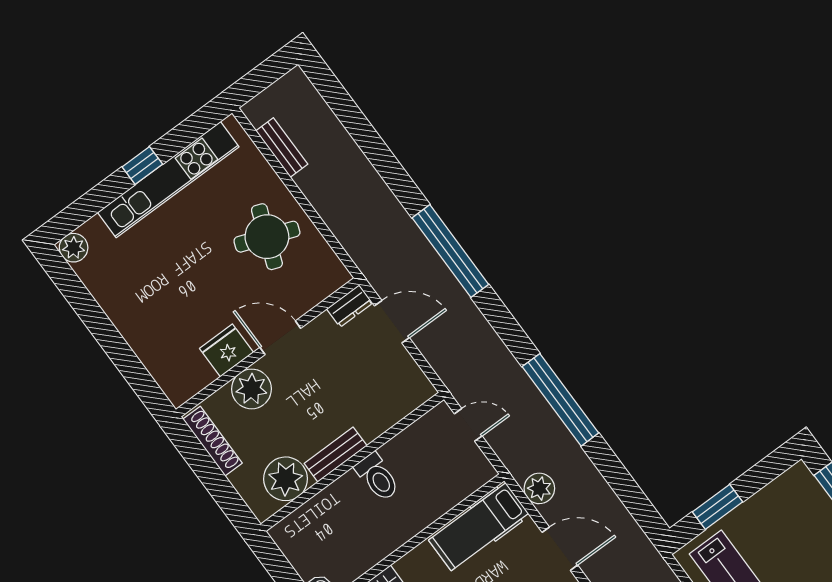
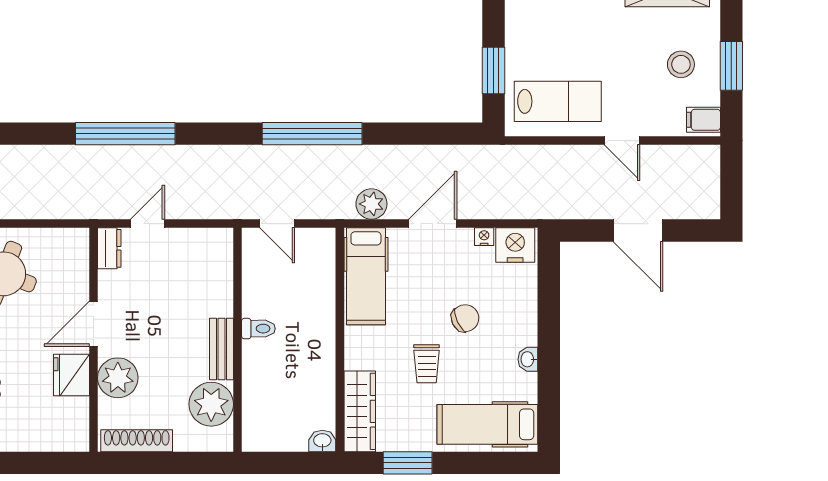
door: (392, 322) -> (148, 224), width x0.73
door: (468, 425) -> (277, 224), swing flipped
toilet: (377, 477) -> (258, 329), width x0.73, depth x0.72

